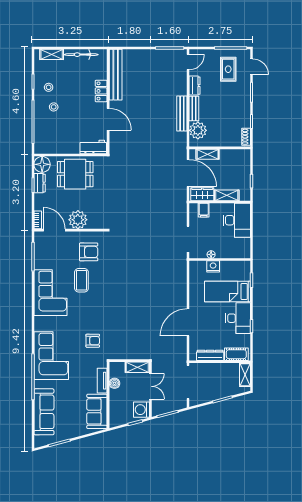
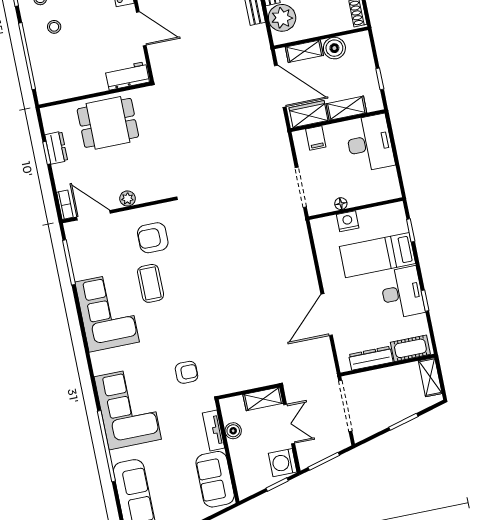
boiler: (227, 156) -> (334, 48), added
floor lamp: (42, 164) -> (54, 118), removed
plant: (78, 220) -> (128, 199), width x0.53, depth x0.53
armchair: (89, 252) -> (153, 238), turned 180

